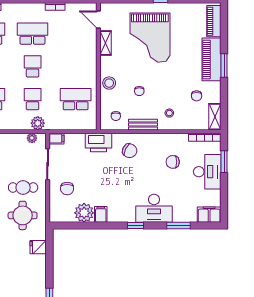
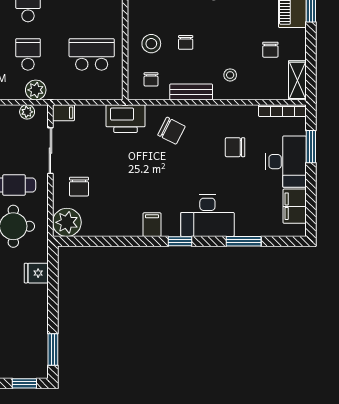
stool: (109, 83) -> (151, 44), moved
plant: (84, 213) -> (67, 222), moved
filing cabinet: (101, 214) -> (152, 225), moved
filing cabinet: (209, 215) -> (295, 206), moved, turned -90

